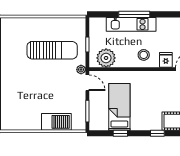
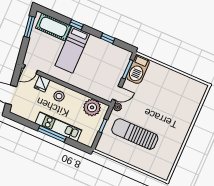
door: (87, 83) -> (117, 93), swing flipped
bed: (119, 107) -> (72, 50), moved
barbecue: (56, 122) -> (138, 69), moved, turned -90

